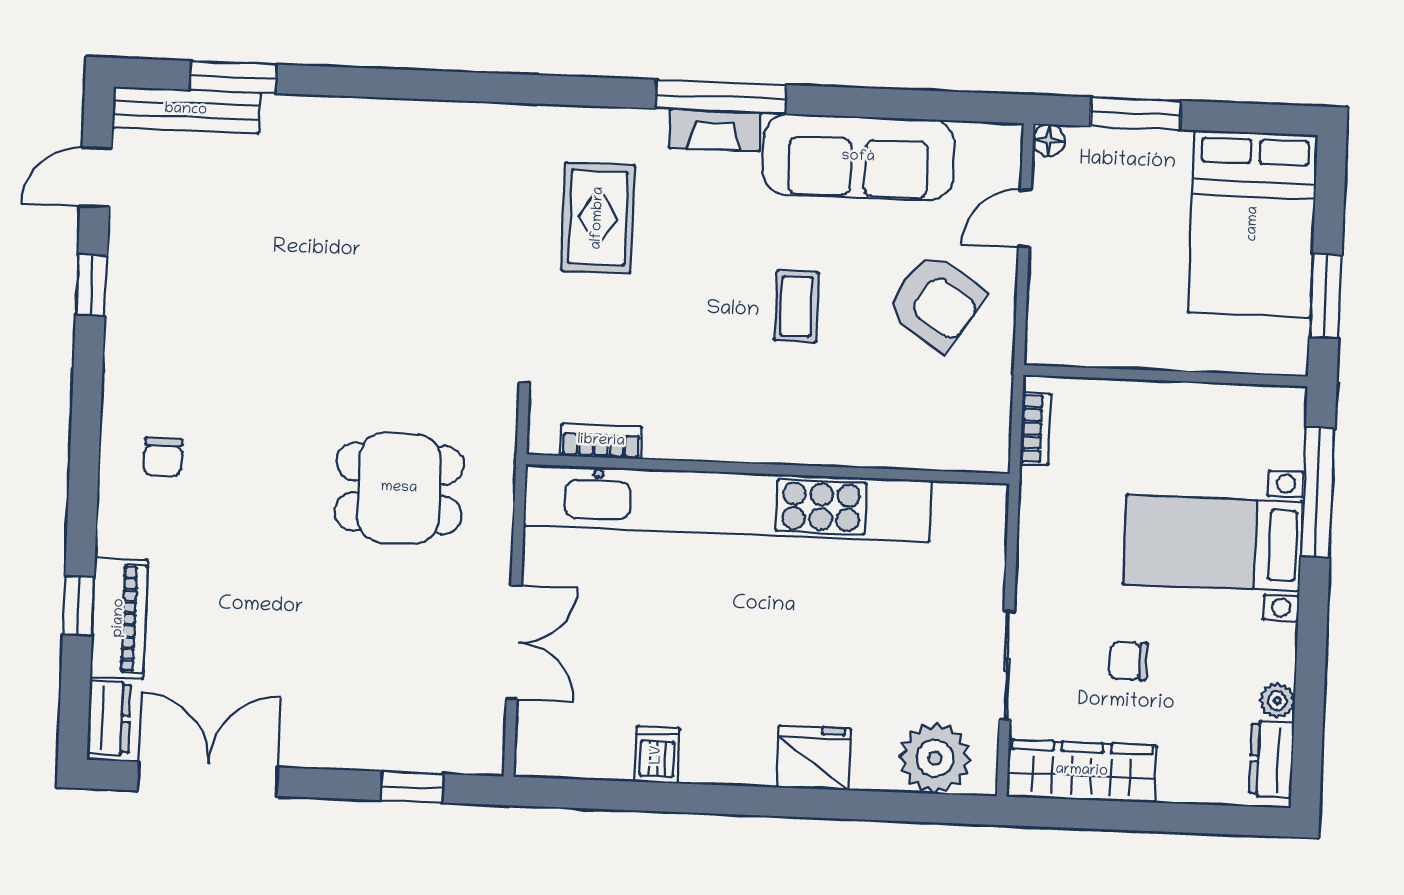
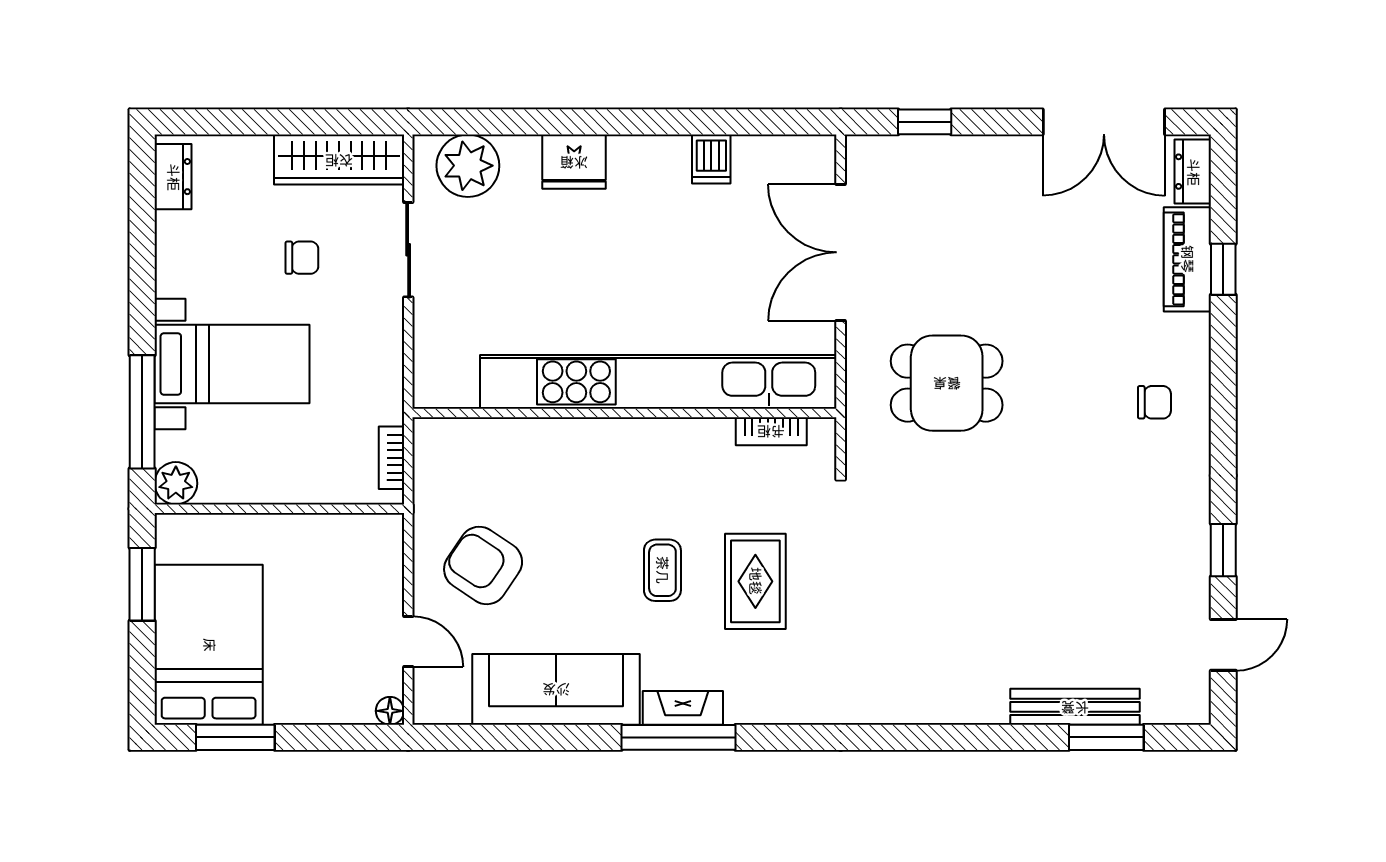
bench: (186, 110) -> (1075, 707), moved
window: (1136, 113) -> (235, 737), moved
rug: (598, 218) -> (755, 581), moved
door: (1025, 218) -> (408, 642), hinge flipped
coffee table: (796, 306) -> (662, 570), moved
chair: (163, 457) -> (1154, 402), turned 90
double door: (514, 642) -> (841, 252), width x1.37
plant: (1277, 701) -> (176, 483), moved, width x1.38, depth x1.38

